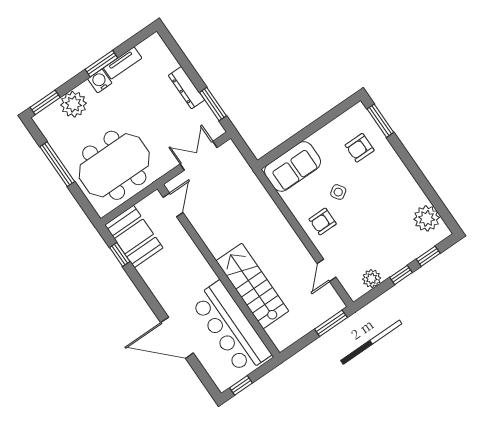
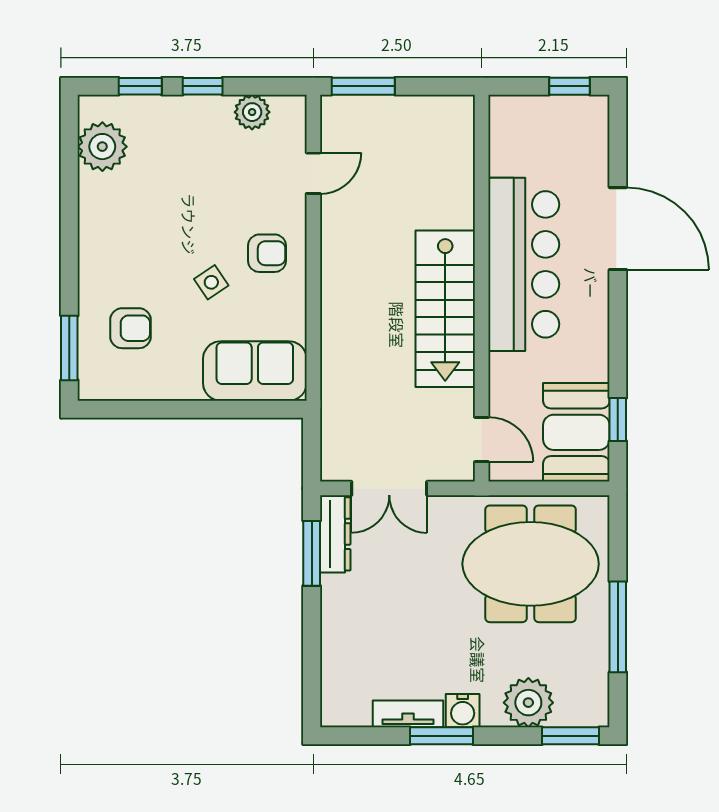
dresser: (186, 88) -> (335, 534), moved
door: (173, 205) -> (482, 439), swing flipped
stairs: (252, 286) -> (445, 309), moved
bar counter: (231, 328) -> (524, 264), moved

